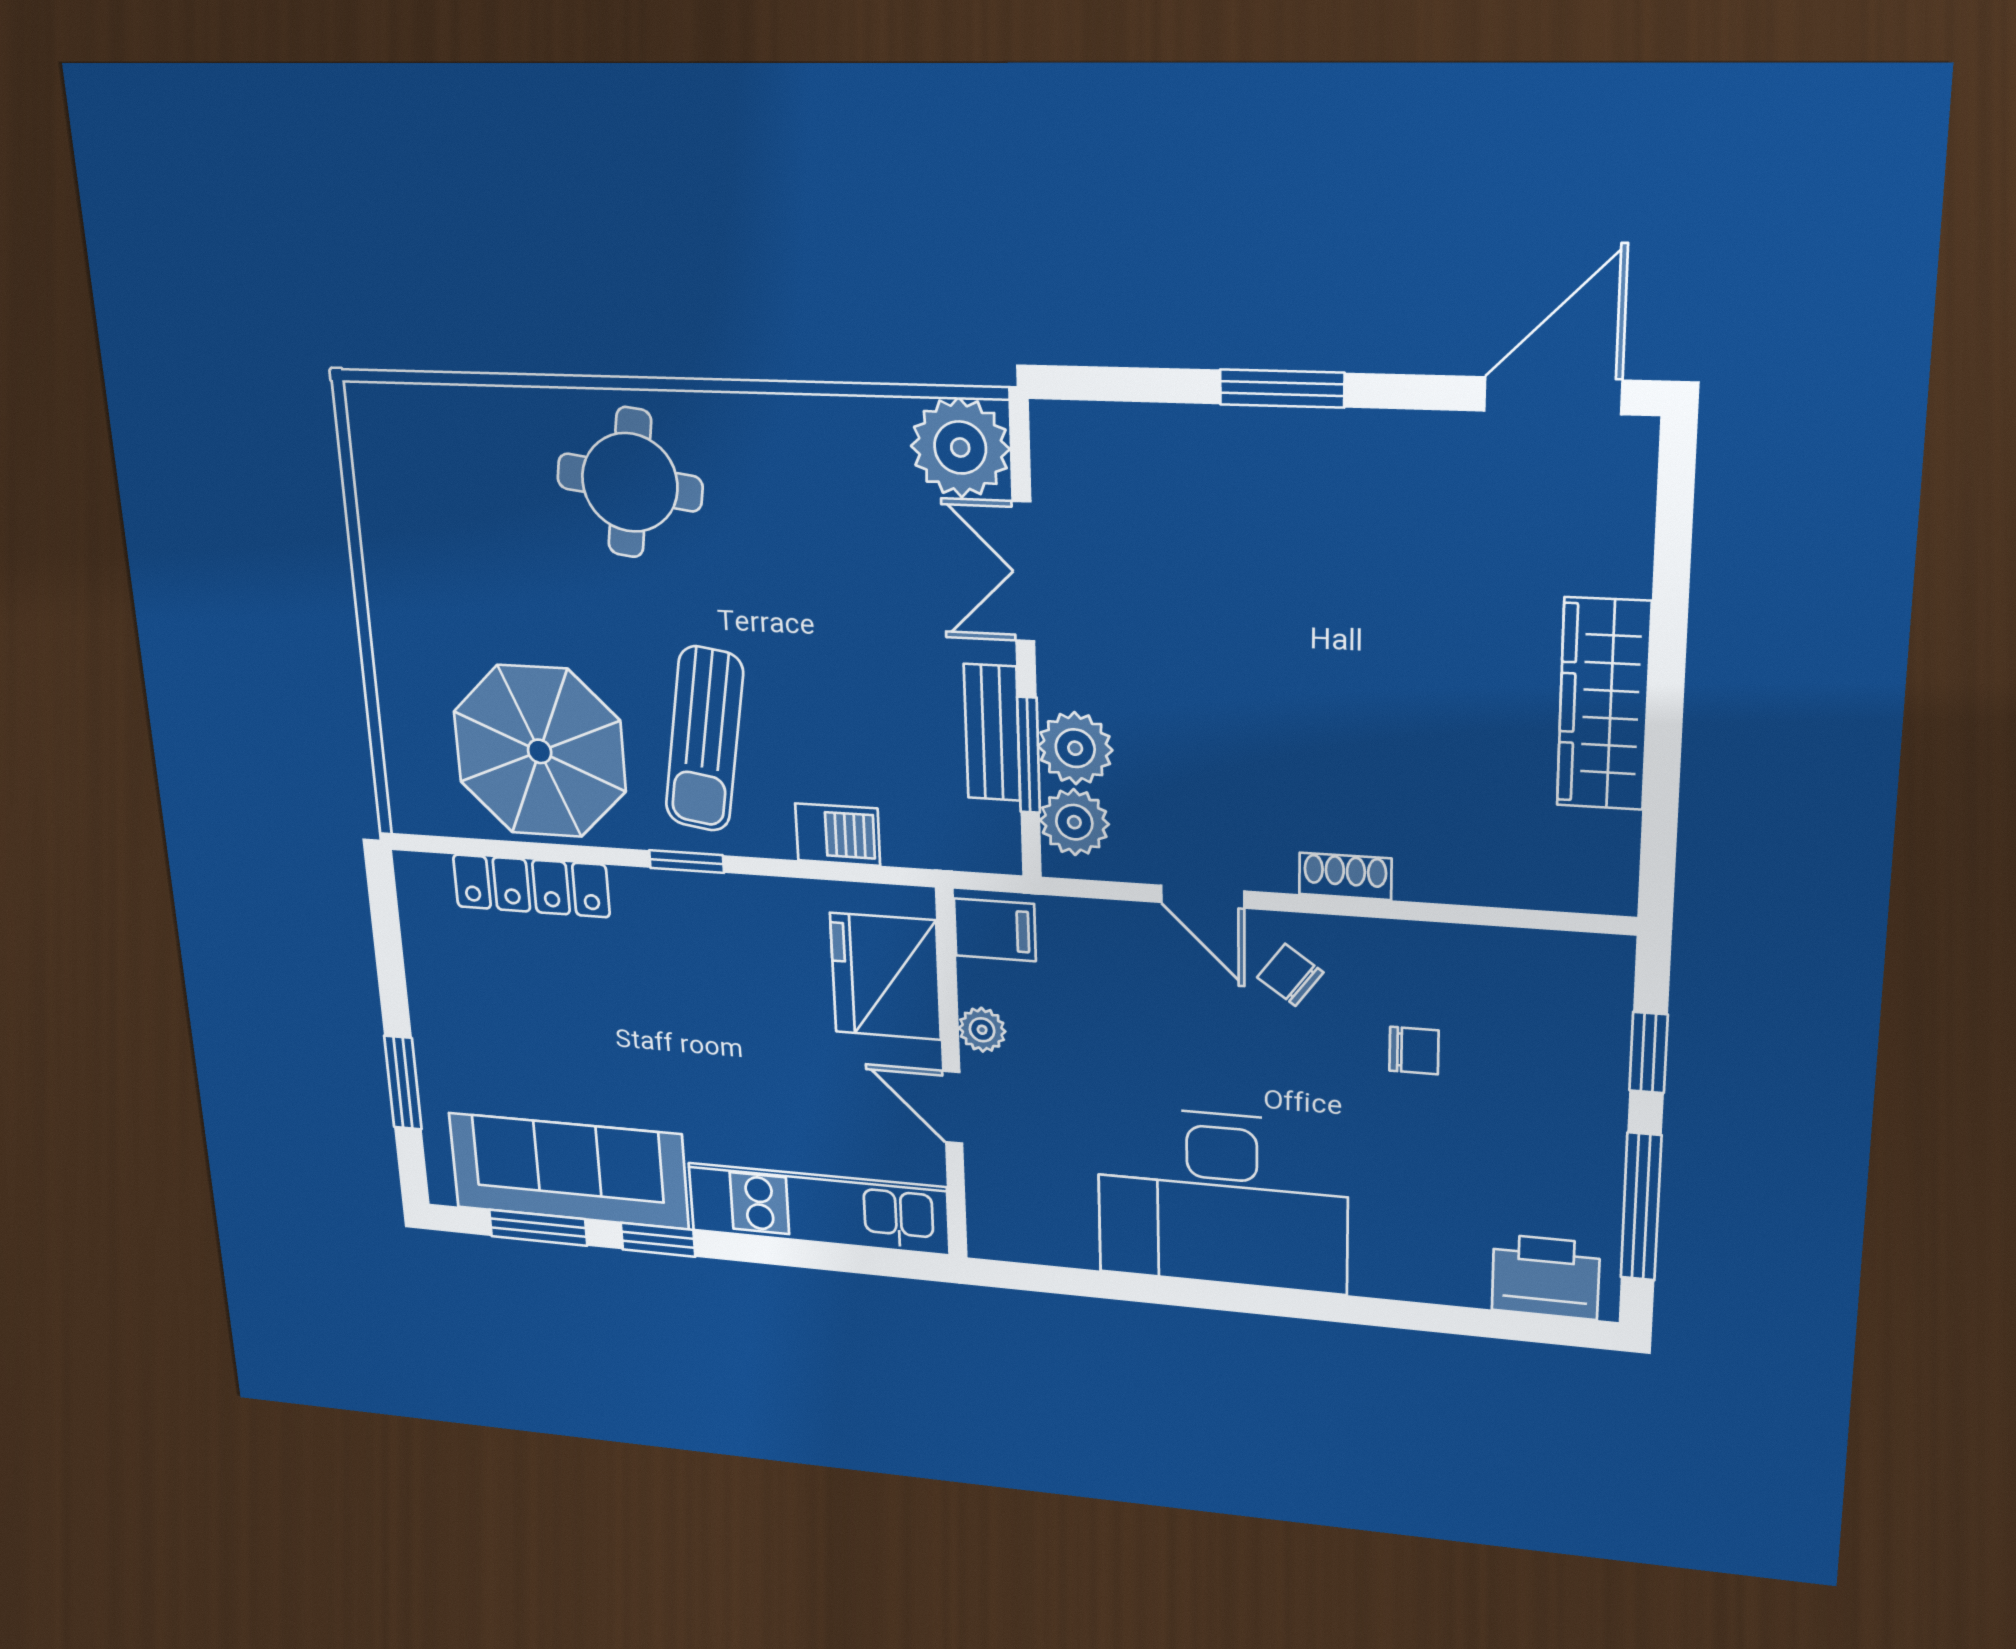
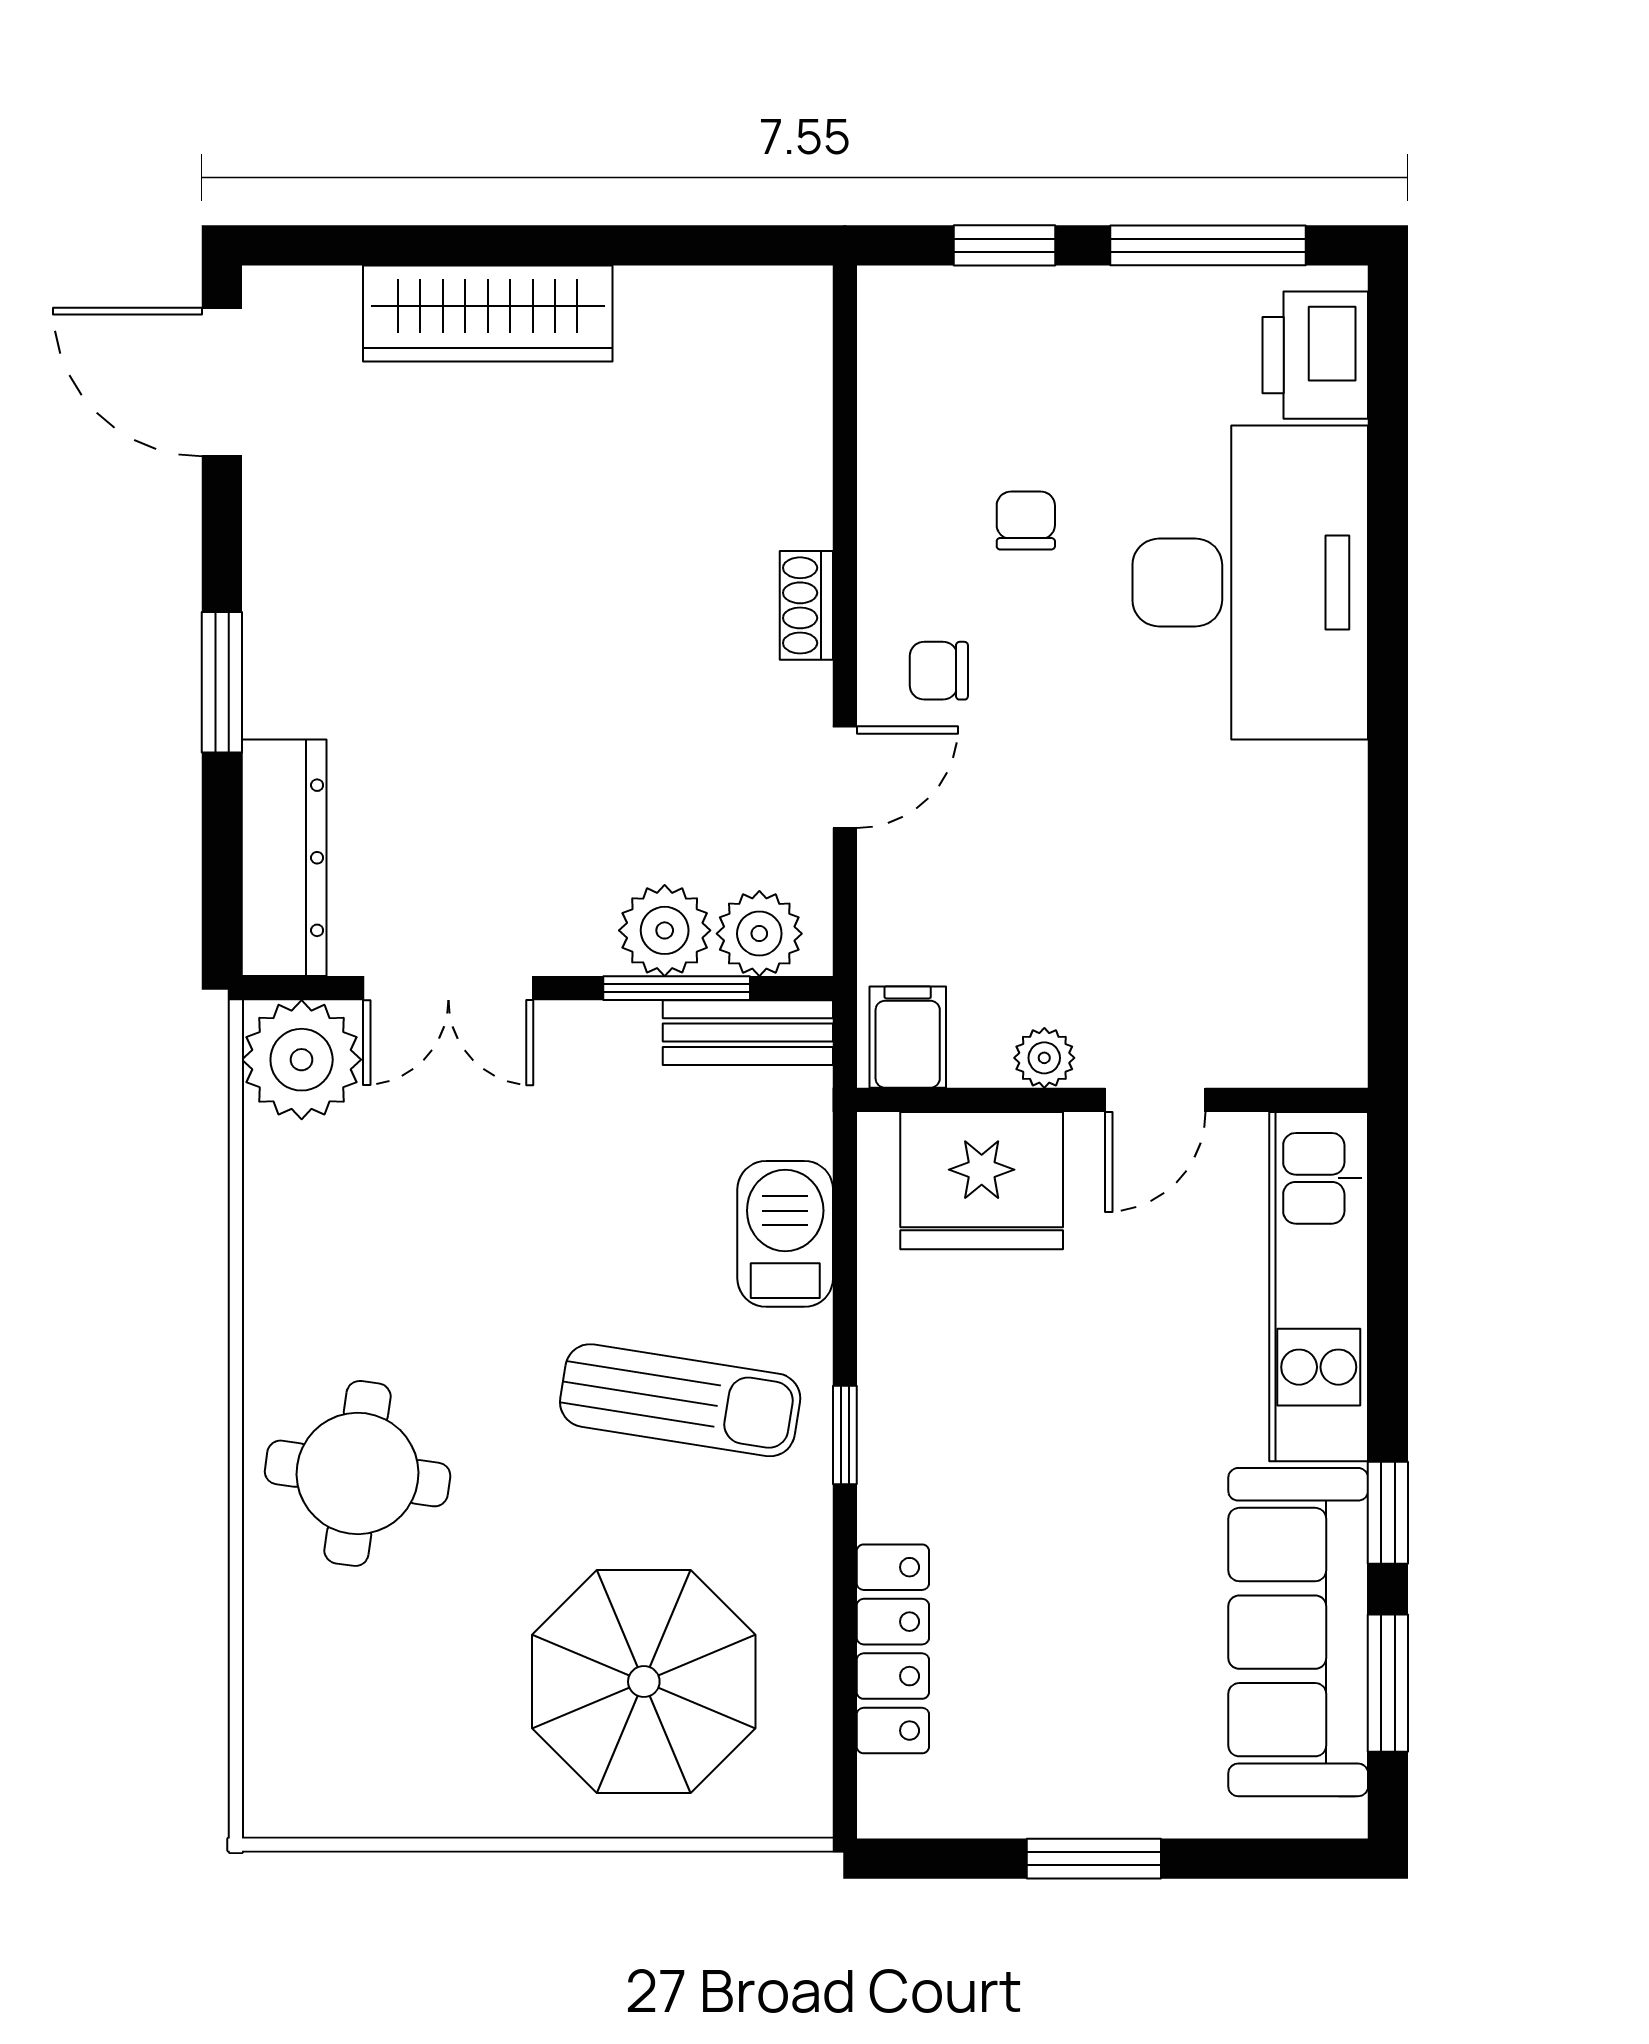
dresser: (1130, 438) -> (284, 858), added
wardrobe: (1604, 704) -> (488, 313), moved
bench: (992, 733) -> (748, 1033), moved
parasol: (540, 751) -> (644, 1682), moved
barbecue: (838, 835) -> (785, 1234), width x1.38, depth x1.27
chair: (1290, 975) -> (939, 671), turned 54
window: (403, 1083) -> (1094, 1859), moved
desk: (1222, 1199) -> (1250, 583), moved

